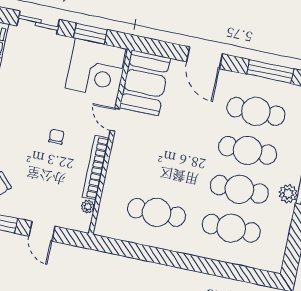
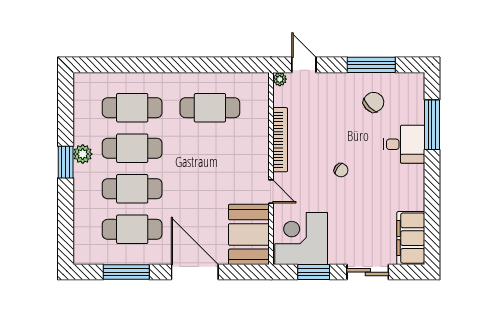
door: (204, 58) -> (195, 272), width x1.36
chair: (56, 137) -> (341, 170), moved, turned -54
plant: (88, 207) -> (280, 79), moved
door: (42, 231) -> (304, 65), moved

